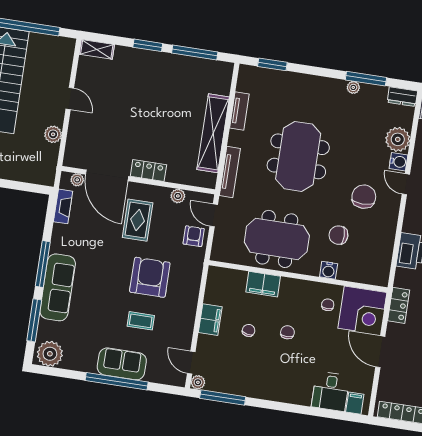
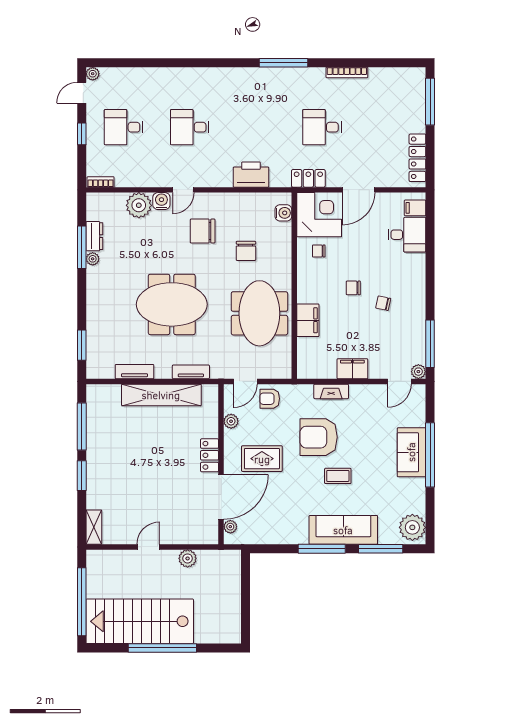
dresser: (402, 97) -> (94, 236), moved
tv unit: (230, 172) -> (191, 372), width x0.71
fireplace: (63, 206) -> (331, 391), moved, turned 180
water cooler: (329, 270) -> (283, 213), moved
coffee table: (141, 321) -> (338, 476), moved, turned 90
chair: (249, 330) -> (383, 303), moved

